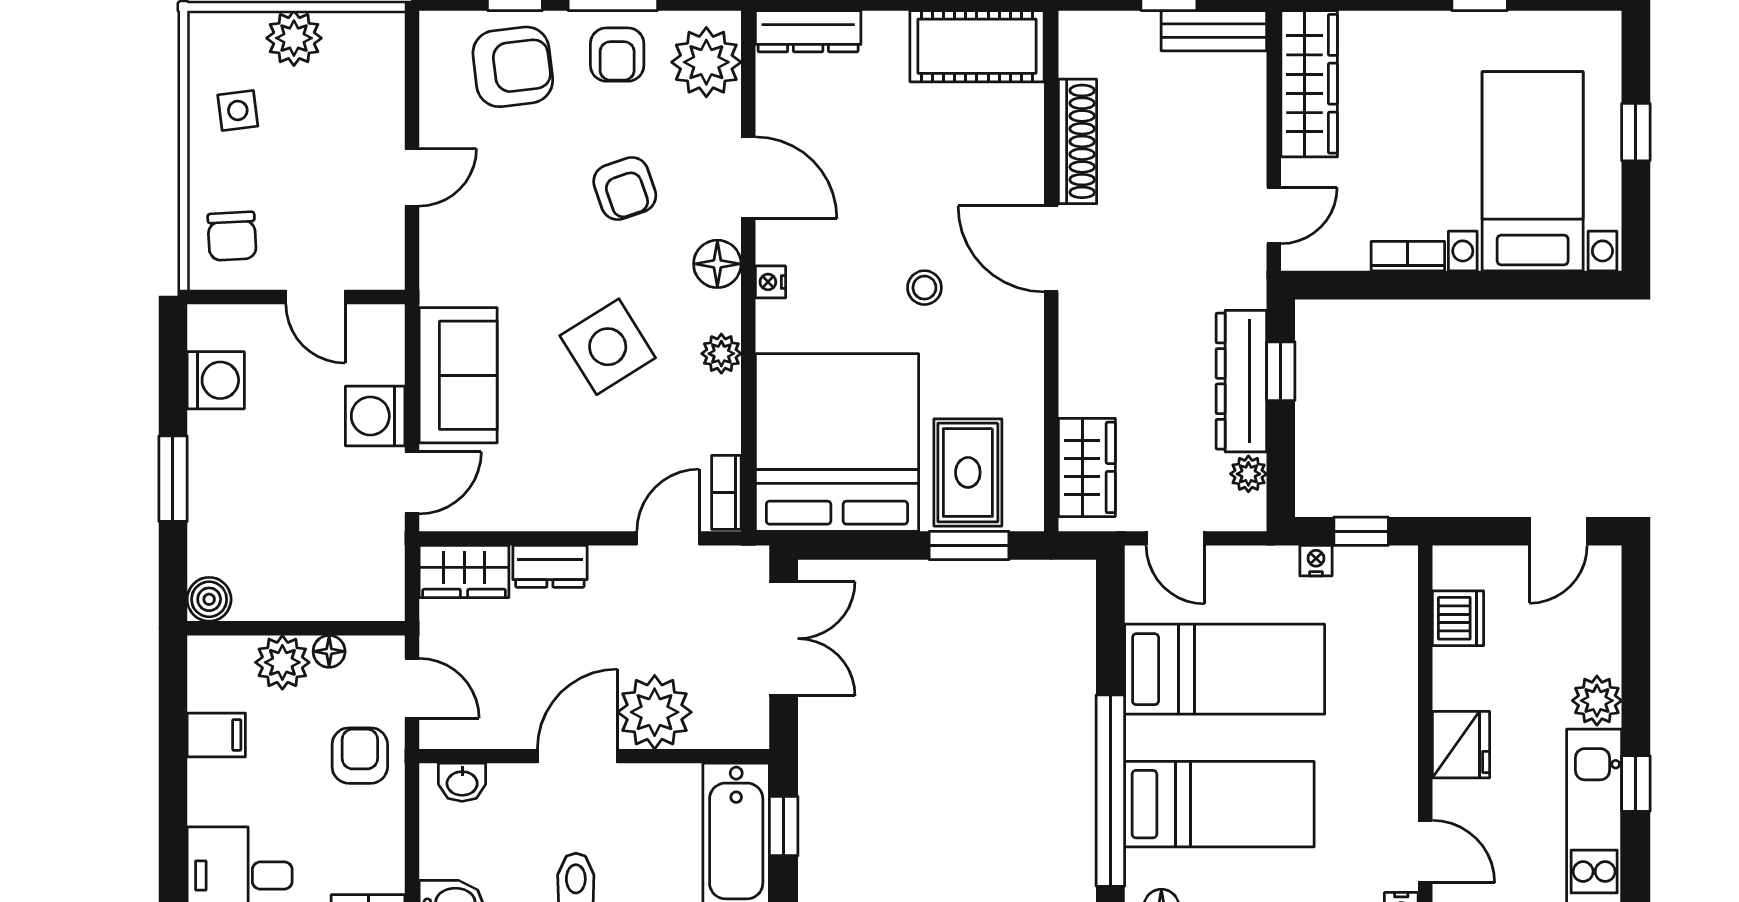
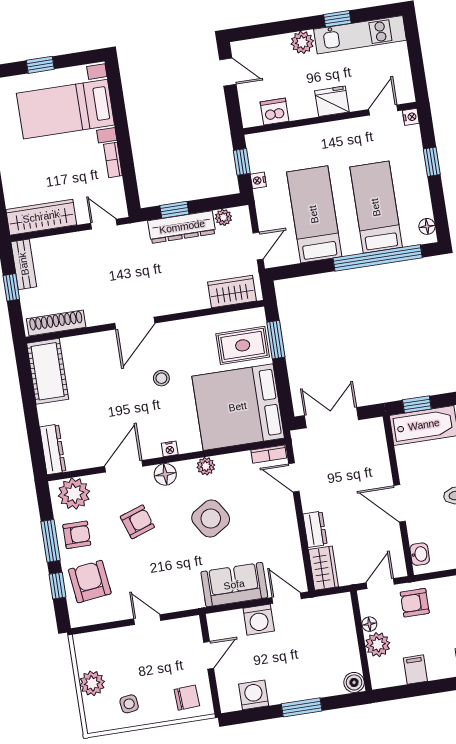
shoe rack: (1078, 141) -> (56, 323), moved
plant: (655, 712) -> (374, 471), removed

